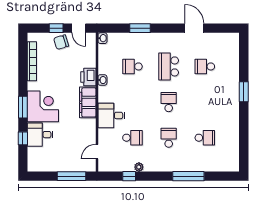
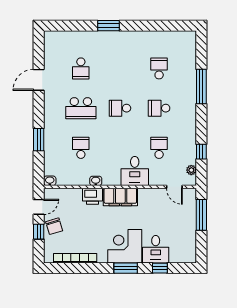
school desk: (132, 66) -> (81, 148), turned 180
plant: (139, 167) -> (191, 170), moved

